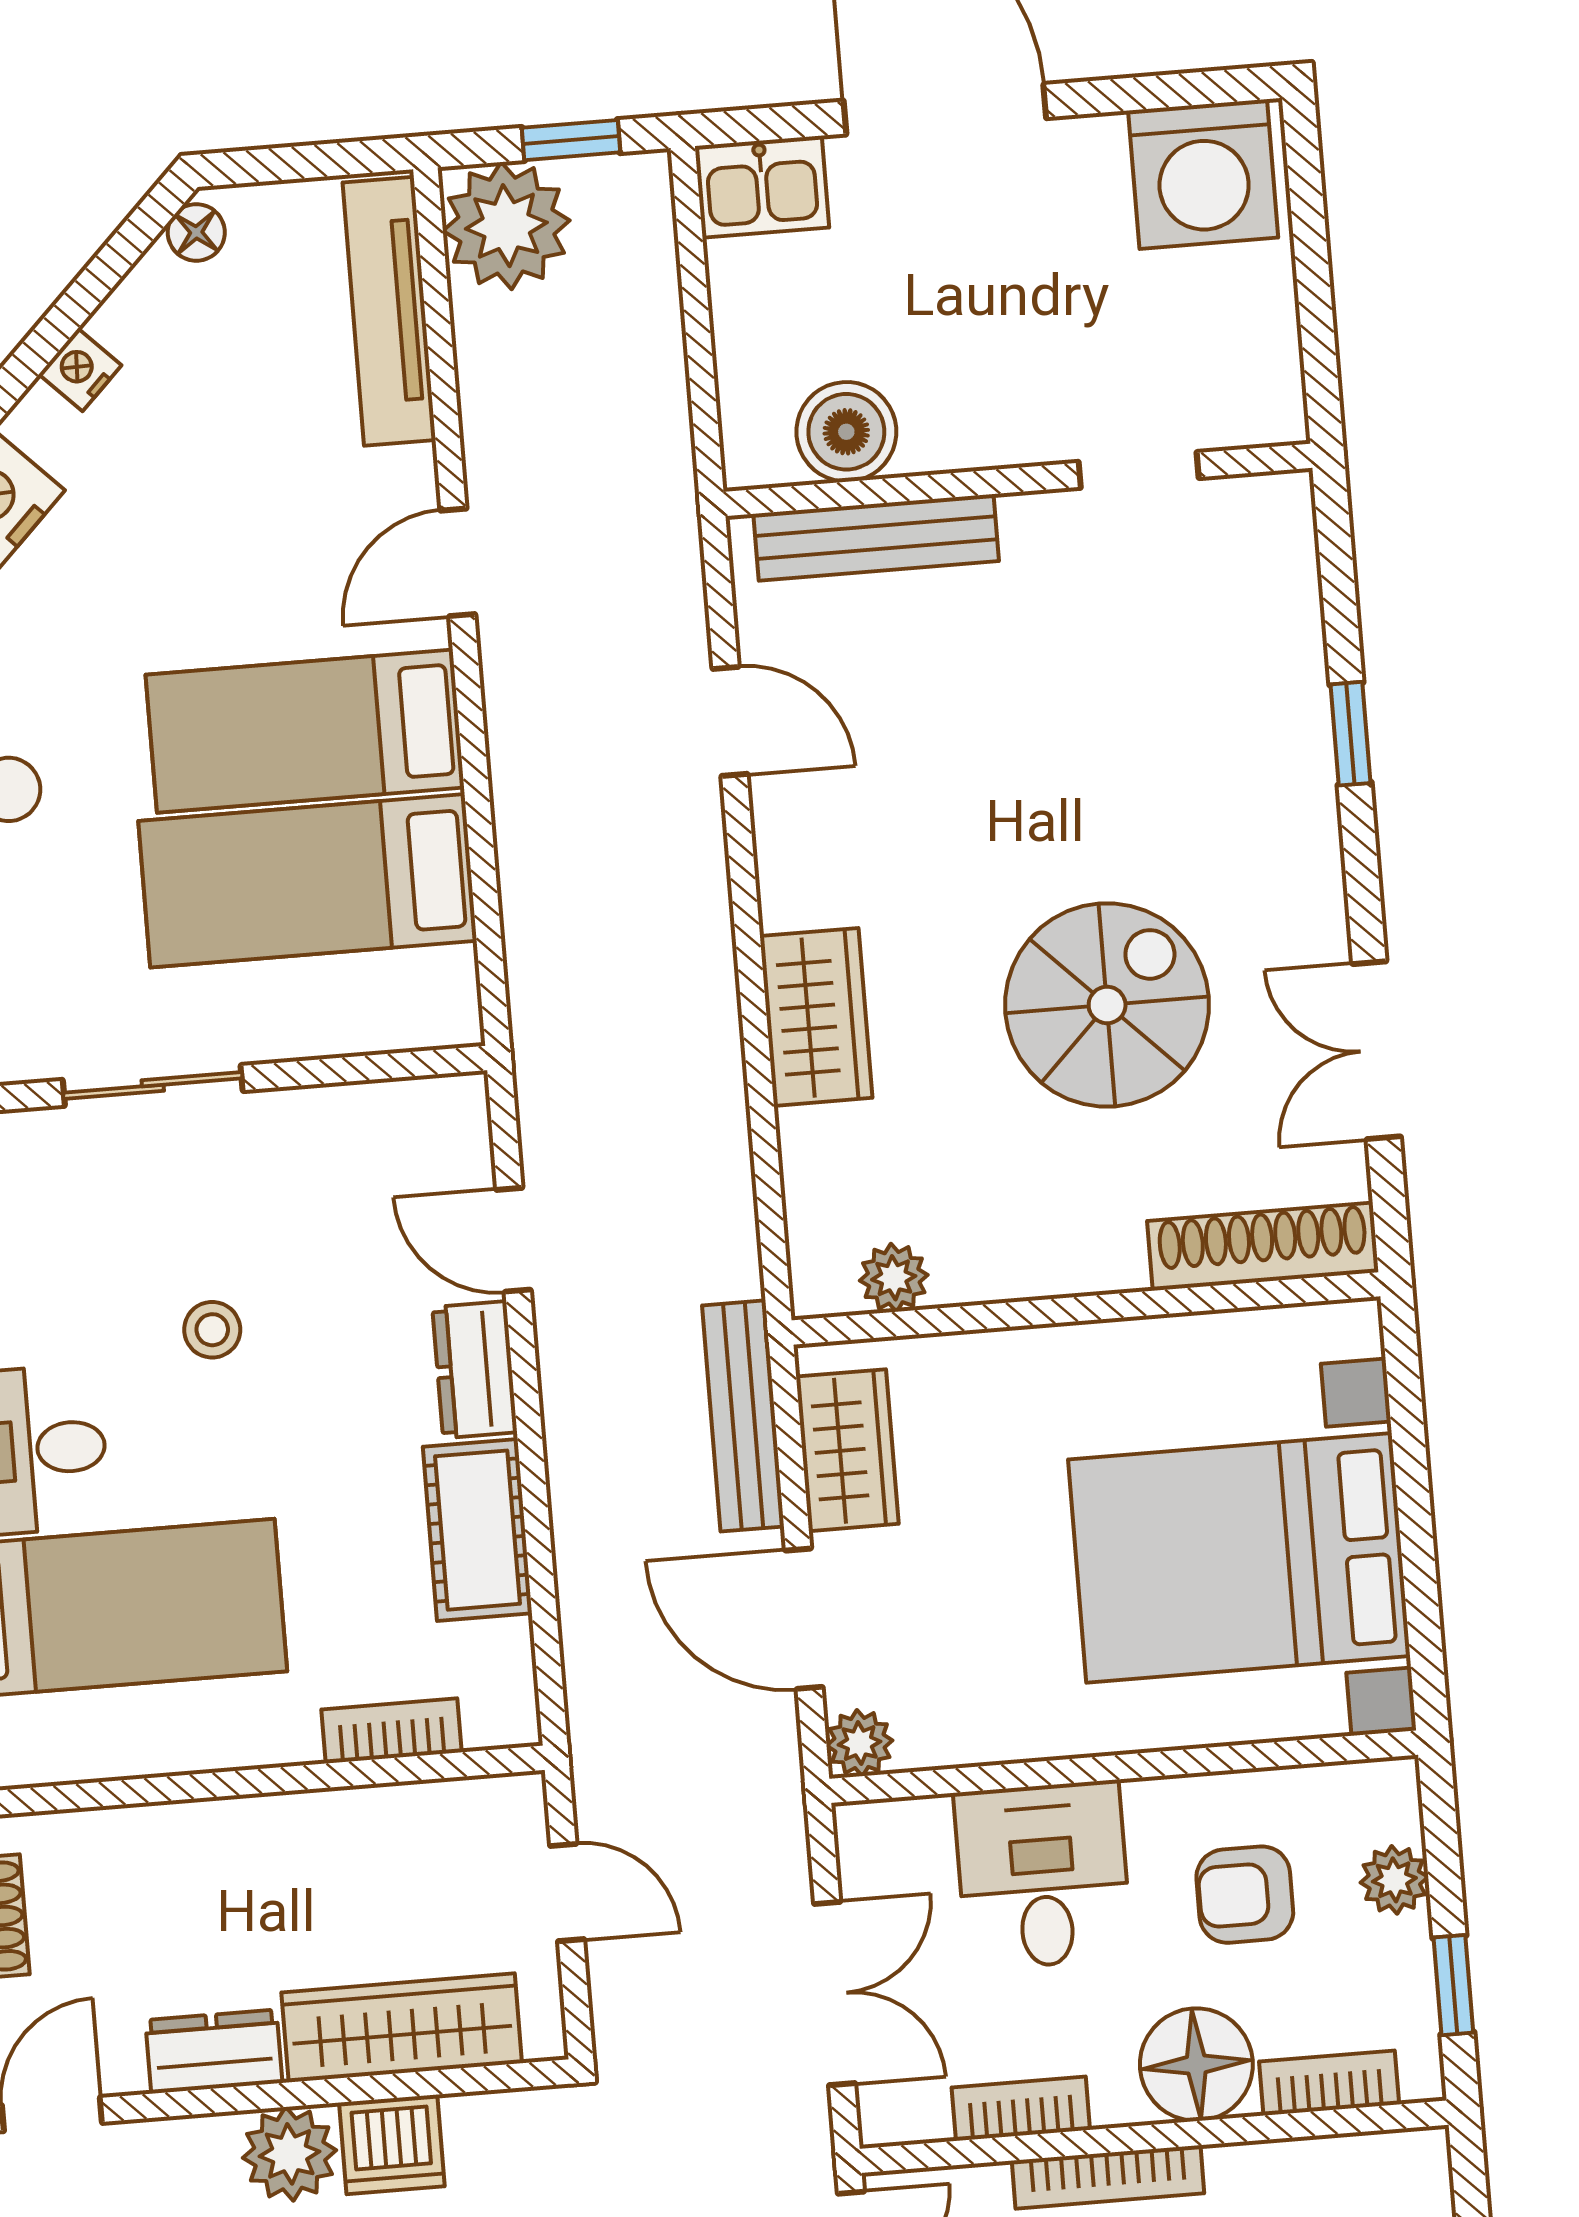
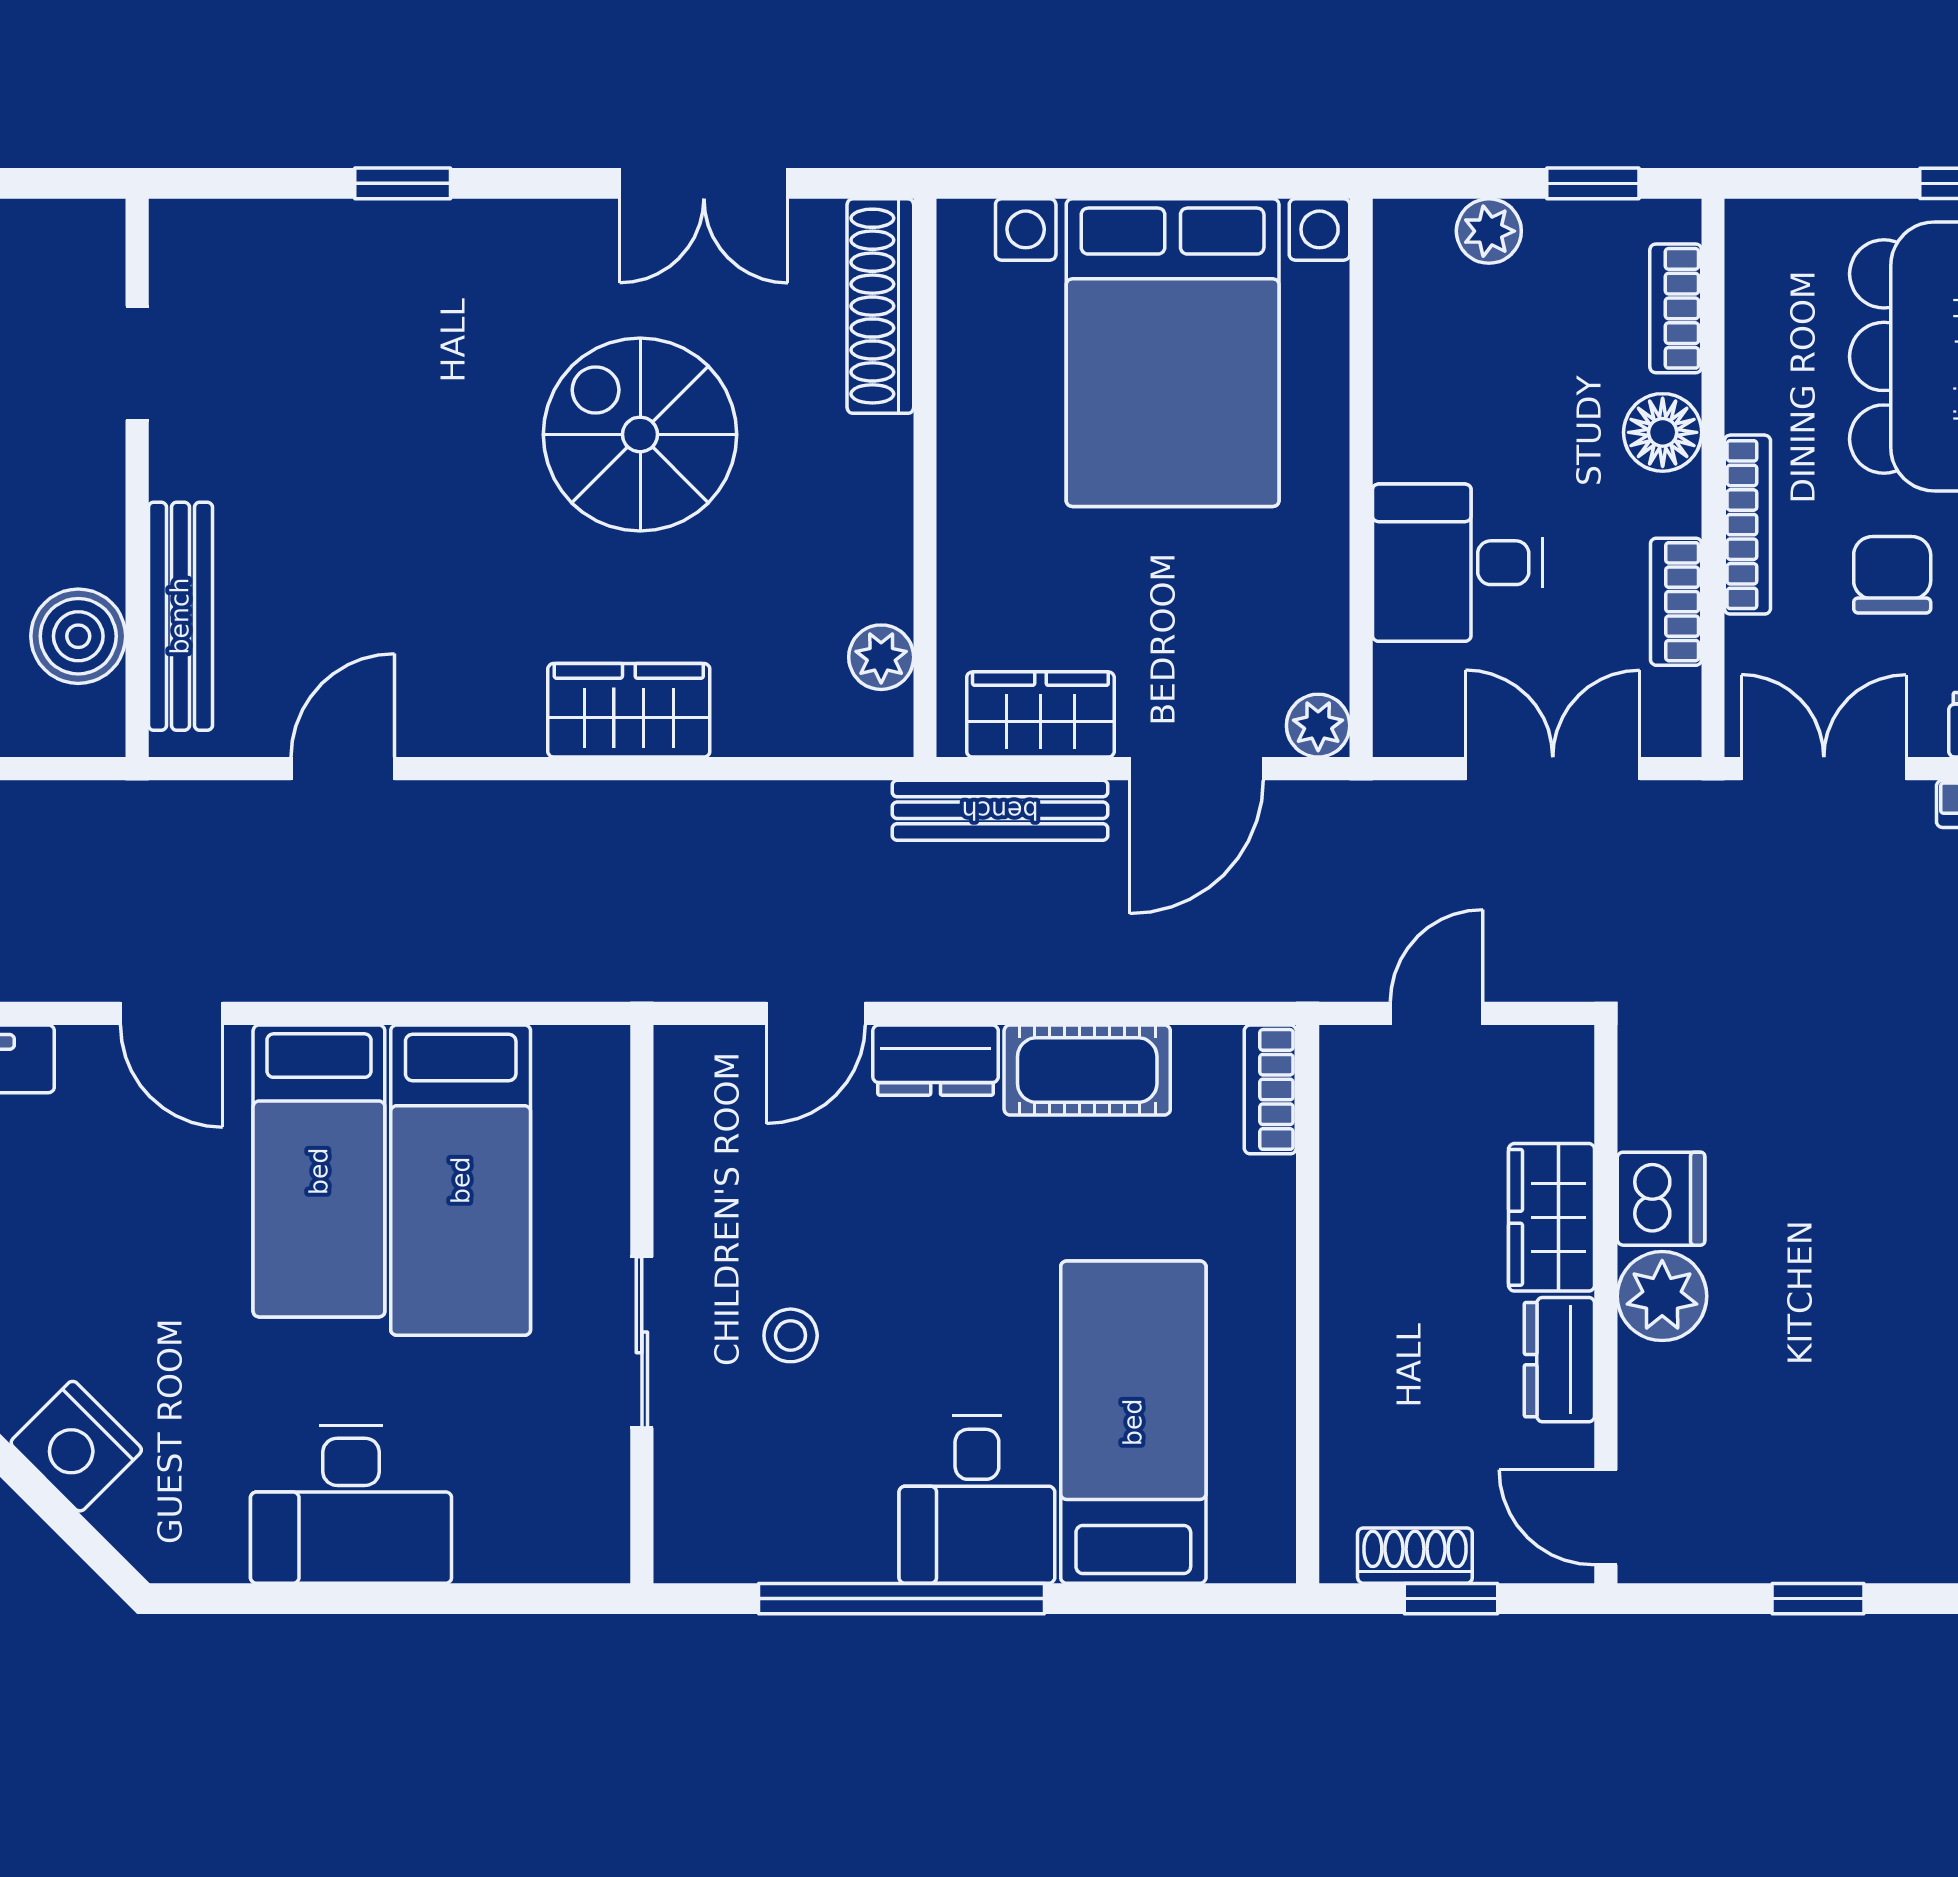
stool: (212, 1330) -> (791, 1335), moved
bookcase: (392, 1731) -> (1270, 1089), moved
armchair: (1245, 1895) -> (1491, 373), removed
wardrobe: (402, 2028) -> (1552, 1217), width x0.67
floor lamp: (1196, 2065) -> (1663, 432), width x0.73, depth x0.73

